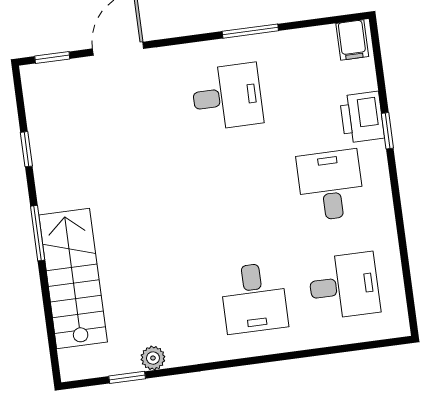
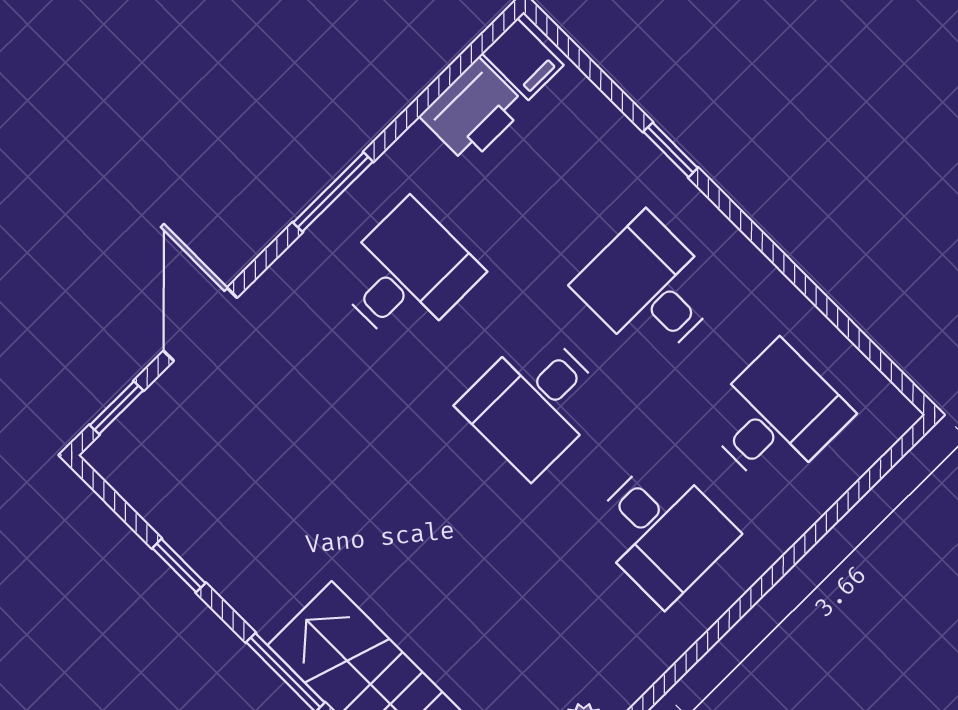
window: (250, 31) -> (333, 192), moved
printer: (362, 117) -> (473, 111), moved, turned -90
desk: (241, 197) -> (534, 403), added

